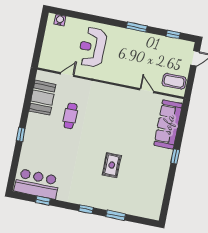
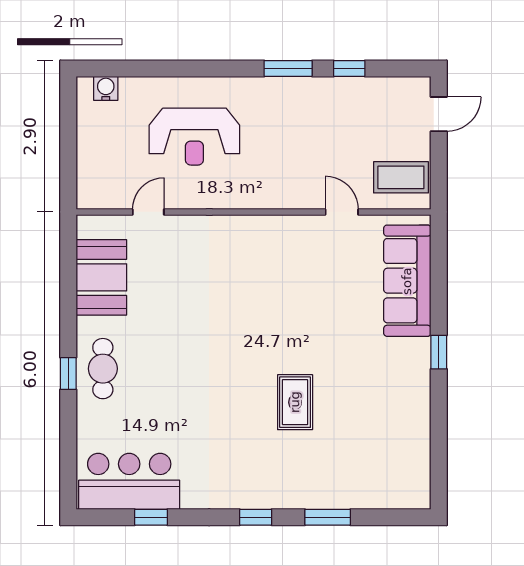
window: (173, 34) -> (349, 68), moved
reception desk: (92, 47) -> (194, 137), turned -90
cafe table: (70, 116) -> (103, 369), moved

